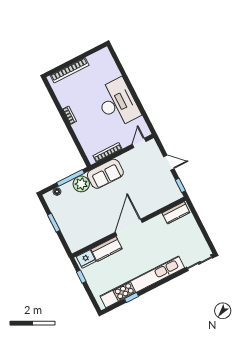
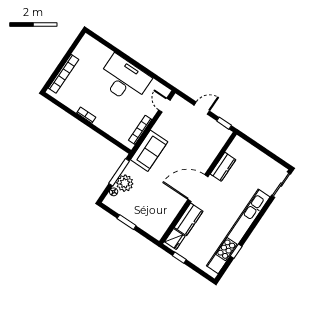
plant: (81, 184) -> (125, 183), moved
kitchen counter: (176, 213) -> (223, 167), moved
door: (129, 227) -> (198, 188), hinge flipped

